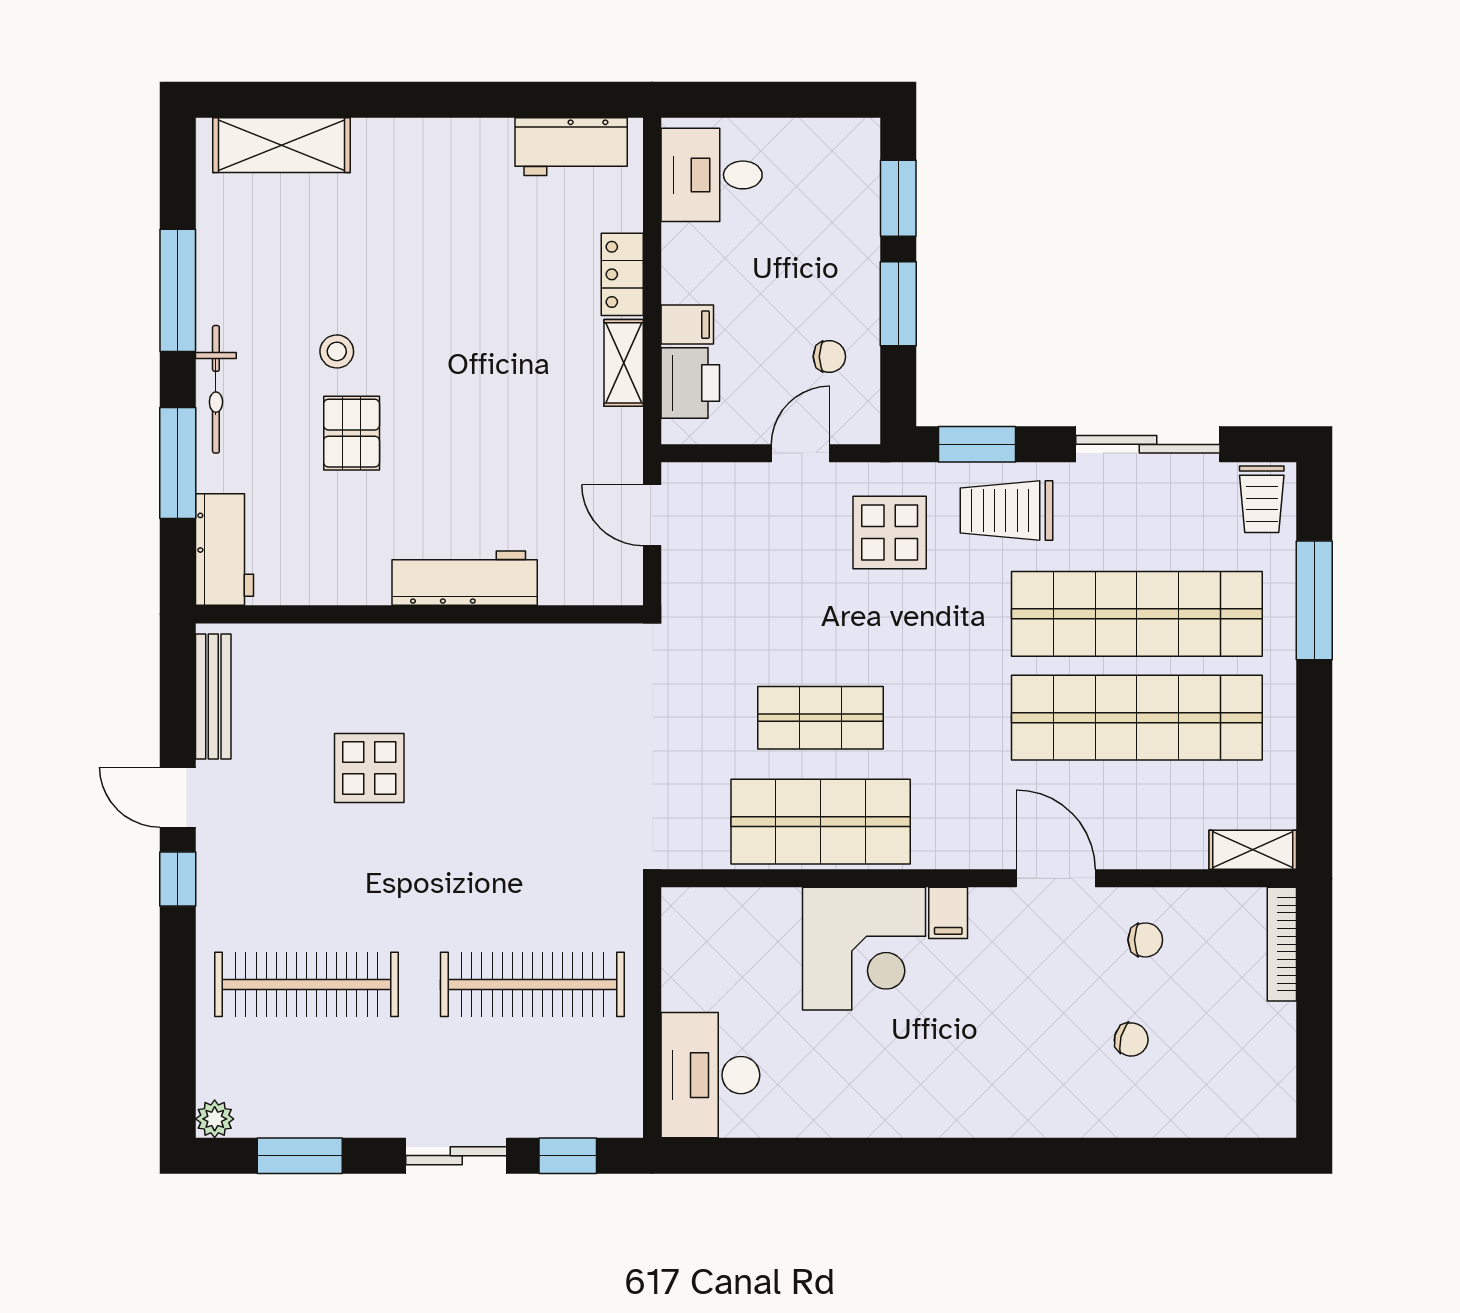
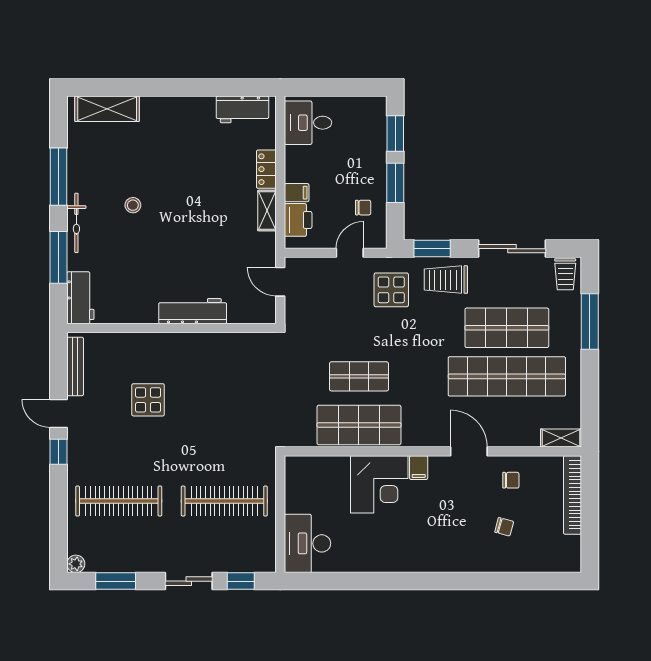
pallet: (352, 433) -> (140, 243), removed
shop shelf: (1137, 614) -> (507, 328), width x0.71
bookcase: (1282, 944) -> (572, 495), width x1.48, depth x1.31

